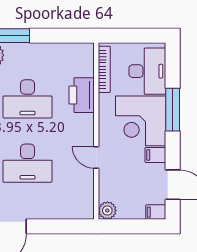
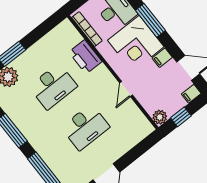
door: (96, 157) -> (126, 89), hinge flipped
window: (128, 226) -> (181, 117), added

